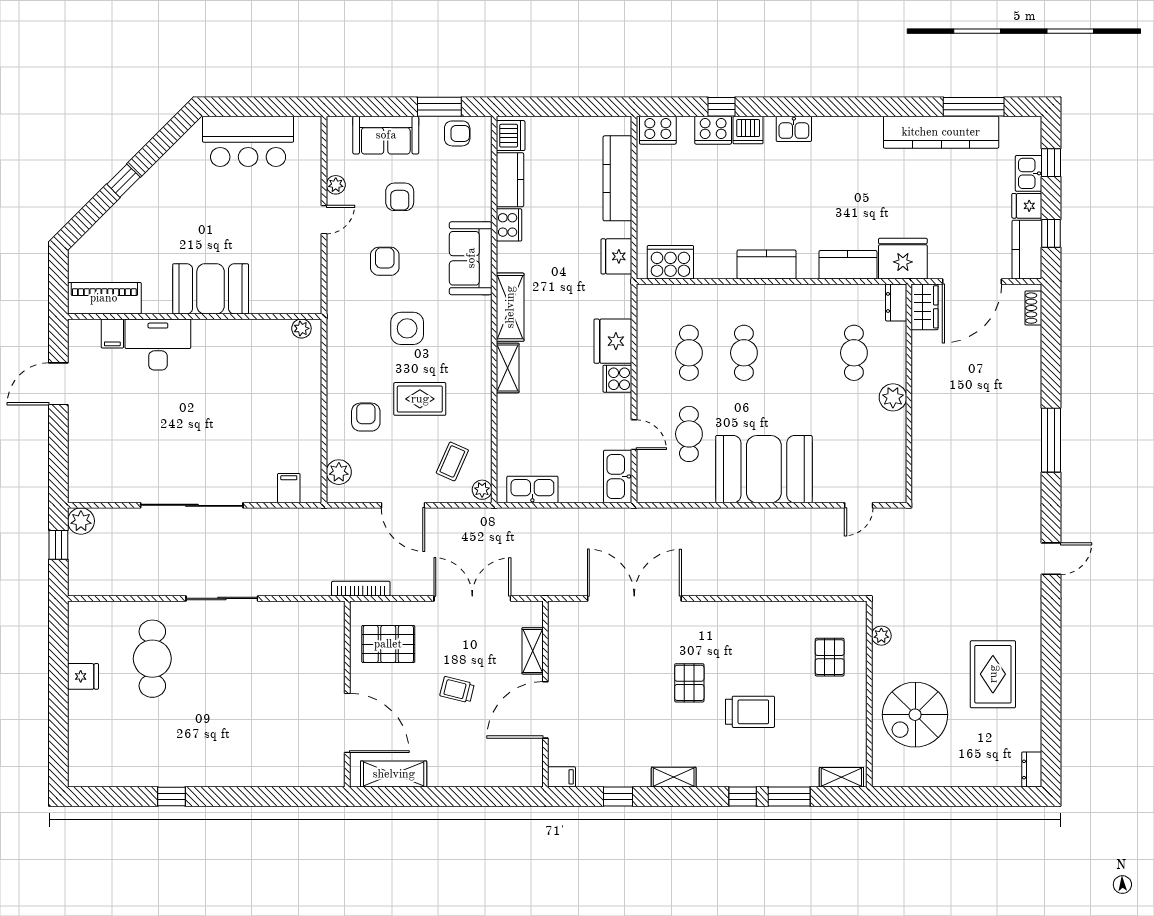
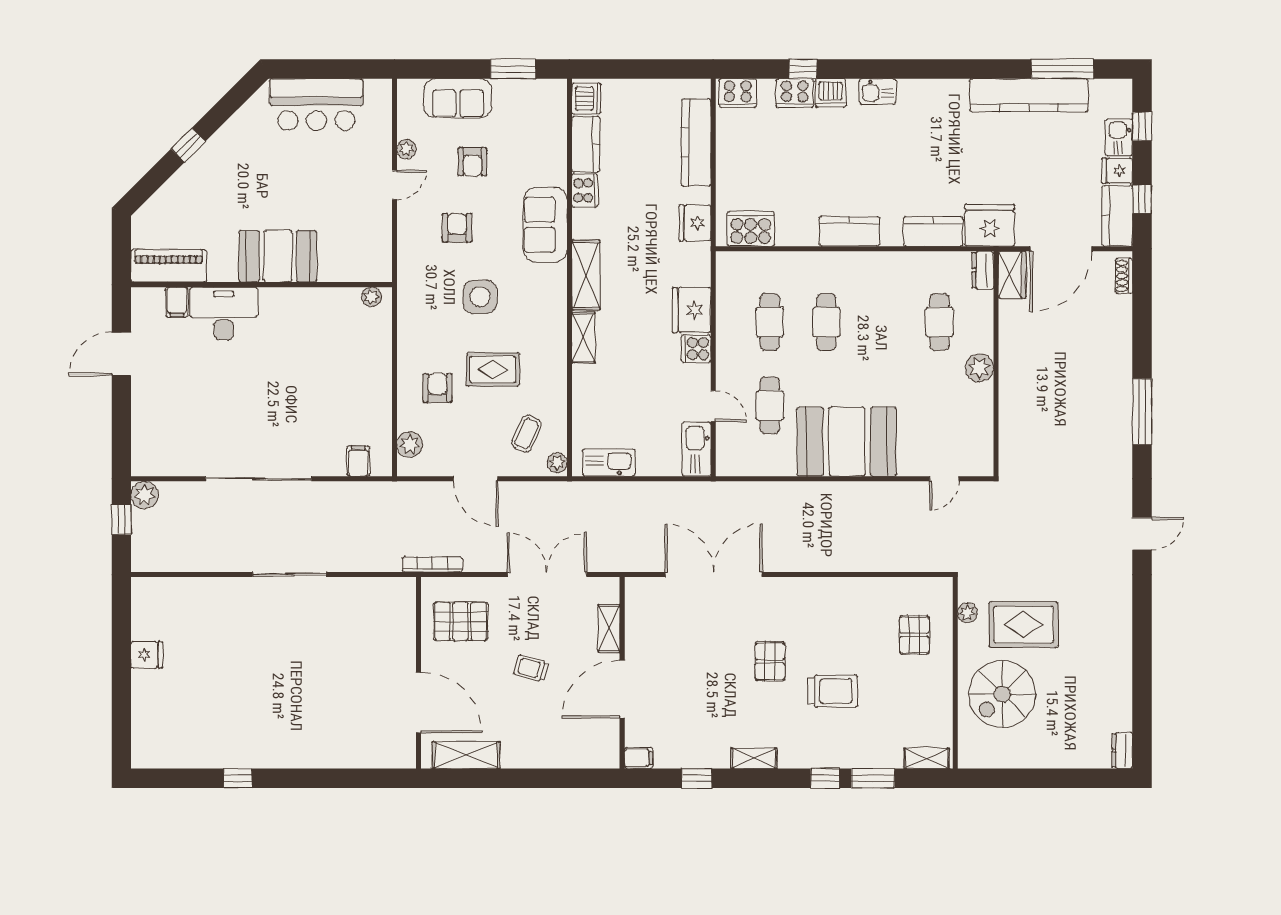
armchair: (457, 133) -> (531, 96), removed
cafe table: (152, 659) -> (218, 636), removed
rug: (993, 674) -> (1024, 625), moved, turned 90

